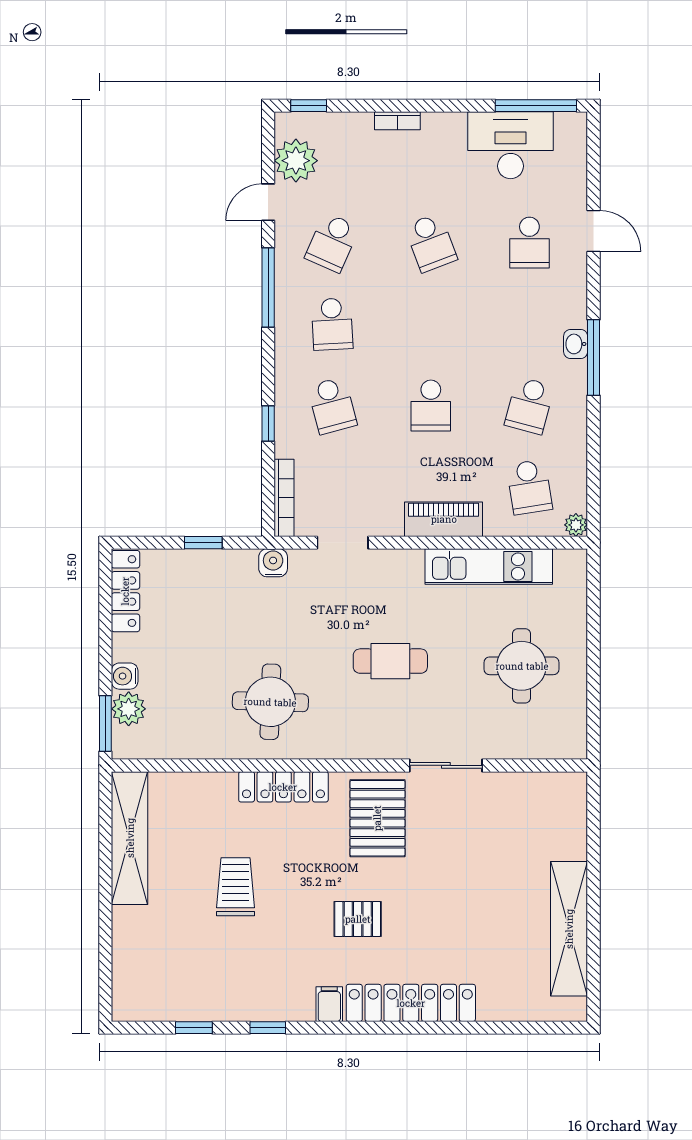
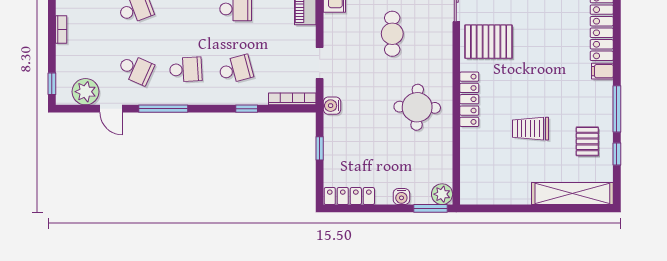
plant: (129, 709) -> (442, 194), moved
shelving: (130, 838) -> (572, 194), moved
pallet: (358, 919) -> (587, 141), moved
window: (268, 1028) -> (617, 109), width x2.17

